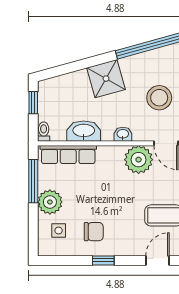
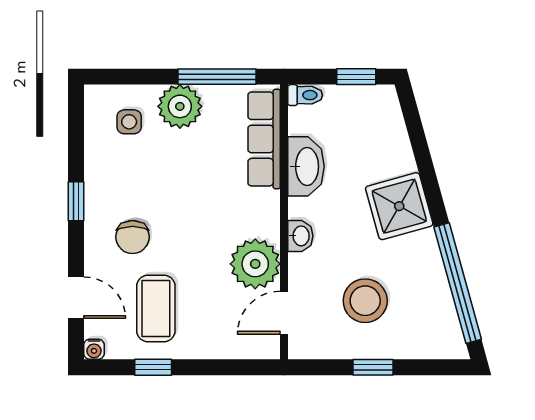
chair: (94, 232) -> (133, 237), moved

